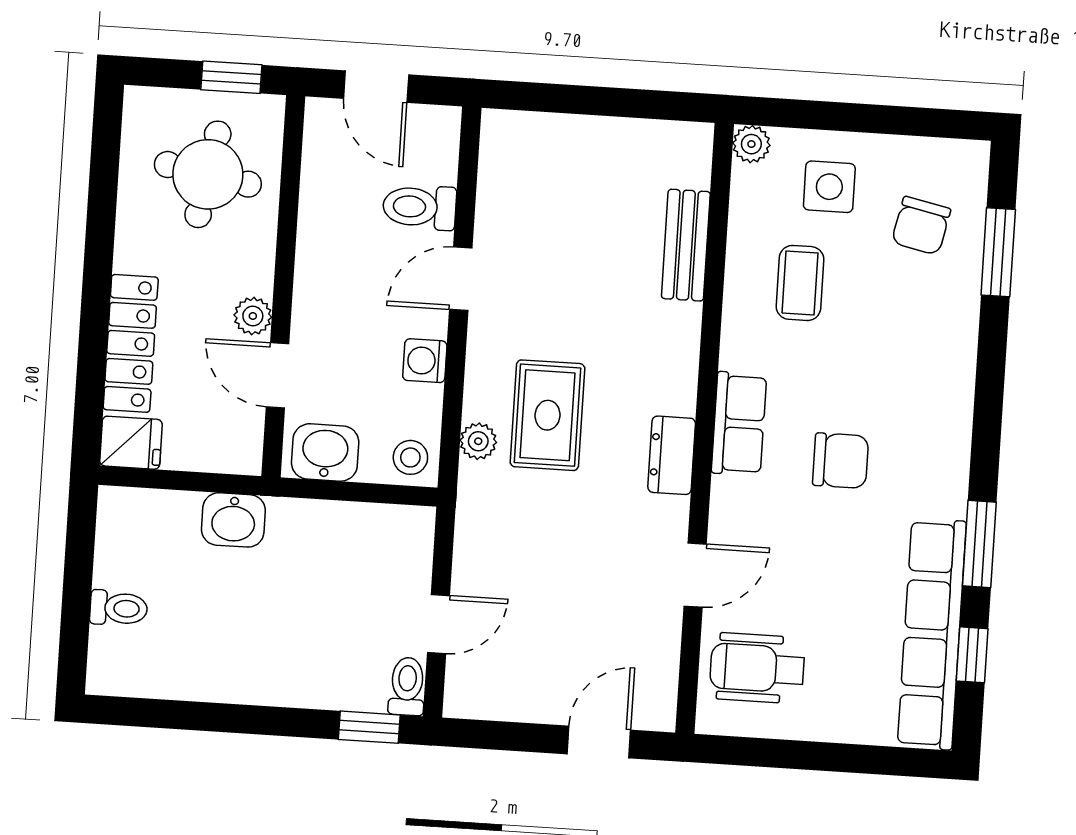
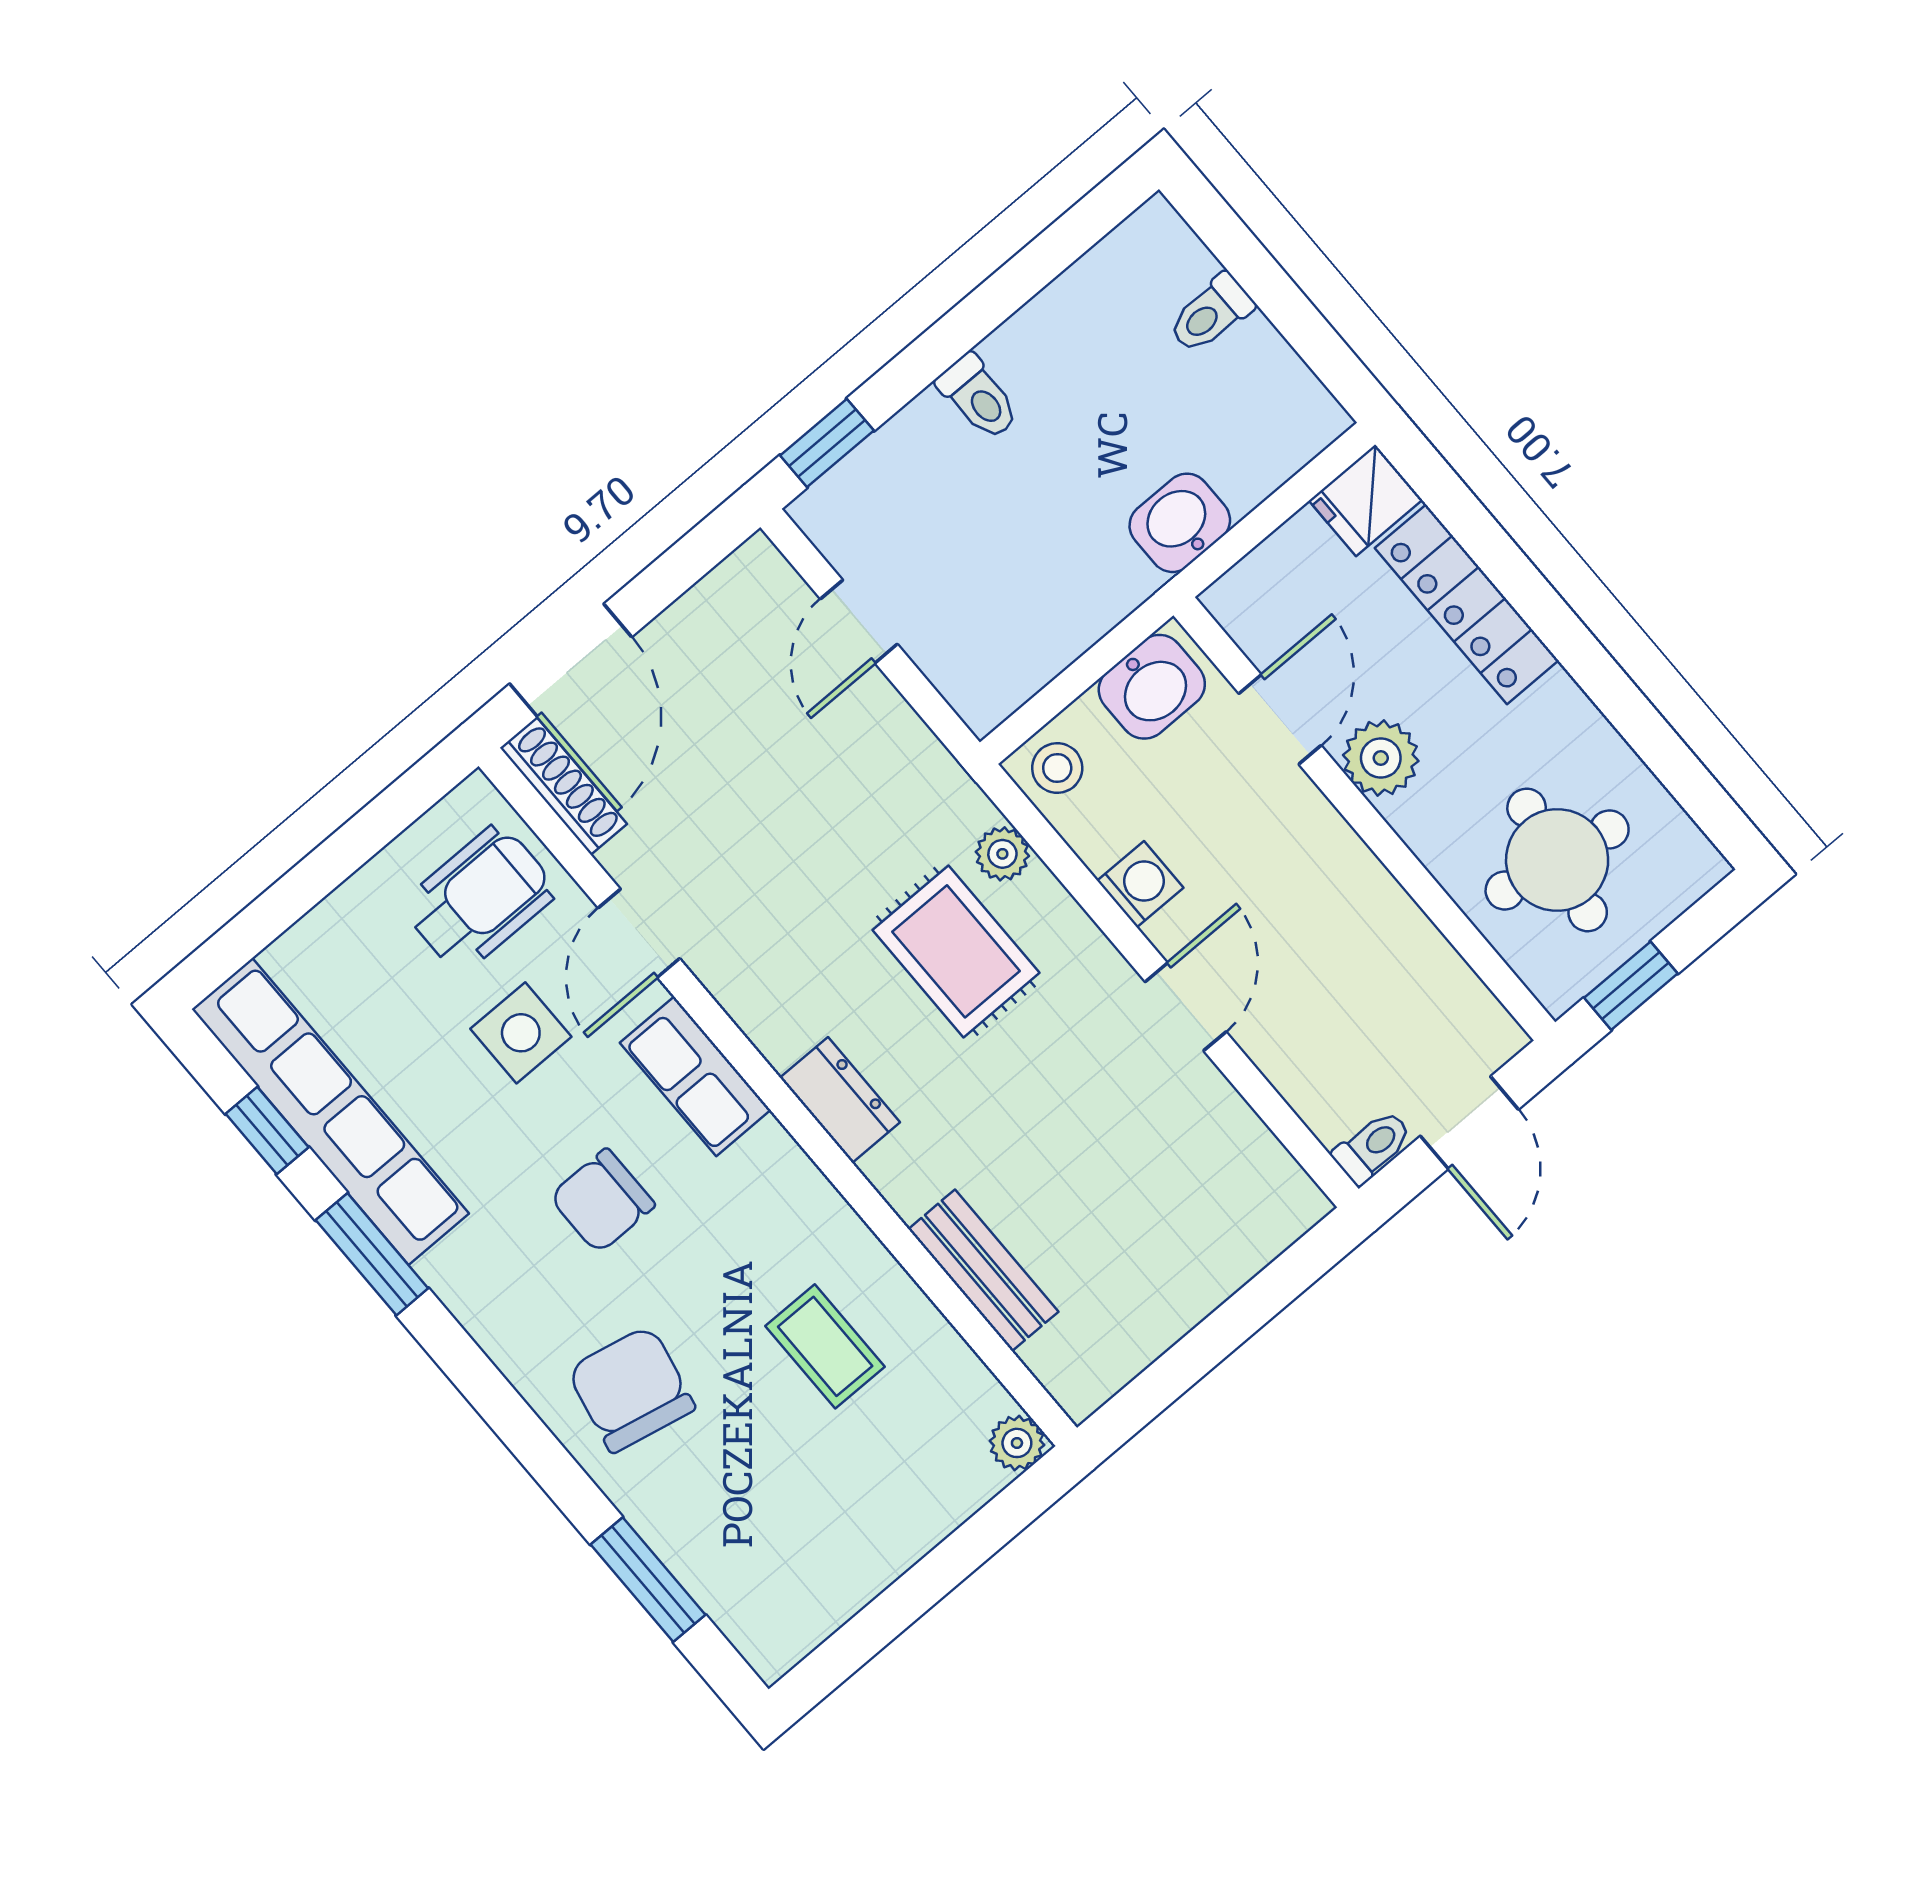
door: (376, 87) -> (1469, 1123), swing flipped
side table: (829, 187) -> (521, 1033), moved
toilet: (420, 207) -> (1373, 1147), moved, width x0.73, depth x0.72
chair: (921, 226) -> (631, 1389), moved, width x1.37, depth x1.37
plant: (253, 316) -> (1381, 758), width x1.38, depth x1.38
door: (278, 375) -> (1280, 719), hinge flipped
row of seats: (739, 424) -> (695, 1076), moved
dresser: (672, 455) -> (840, 1100), moved
shoe rack: (662, 684) -> (564, 786), added
toilet: (407, 686) -> (978, 397), moved
door: (599, 742) -> (571, 660), width x1.38

